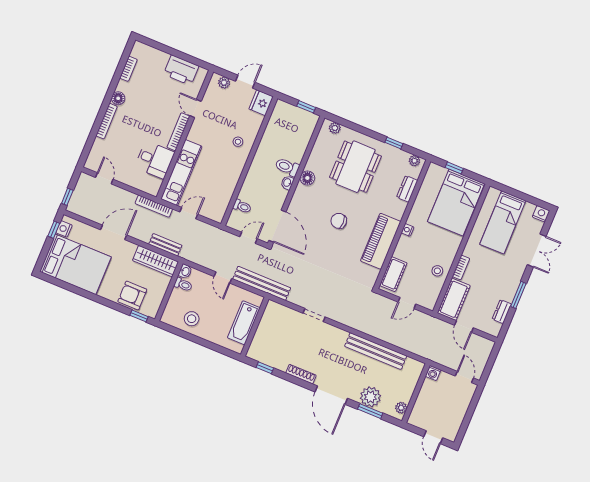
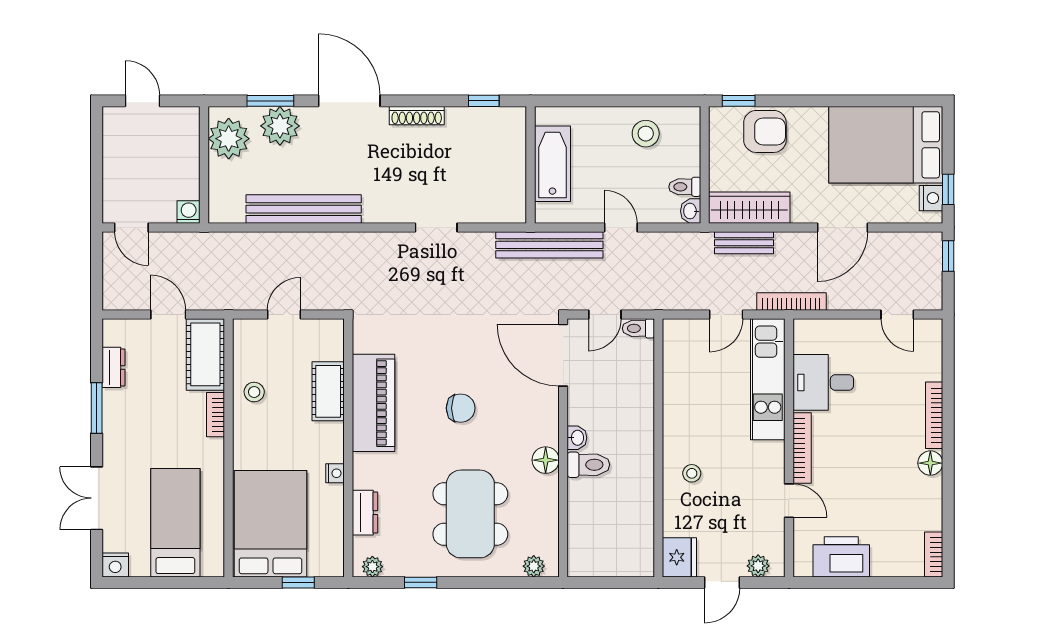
bookcase: (128, 69) -> (934, 554), moved
window: (306, 107) -> (599, 582), removed
toilet: (242, 206) -> (638, 328), moved
nightstand: (408, 230) -> (335, 473), moved
cot: (393, 274) -> (328, 391), moved
plant: (401, 408) -> (229, 139), width x1.87, depth x1.87

